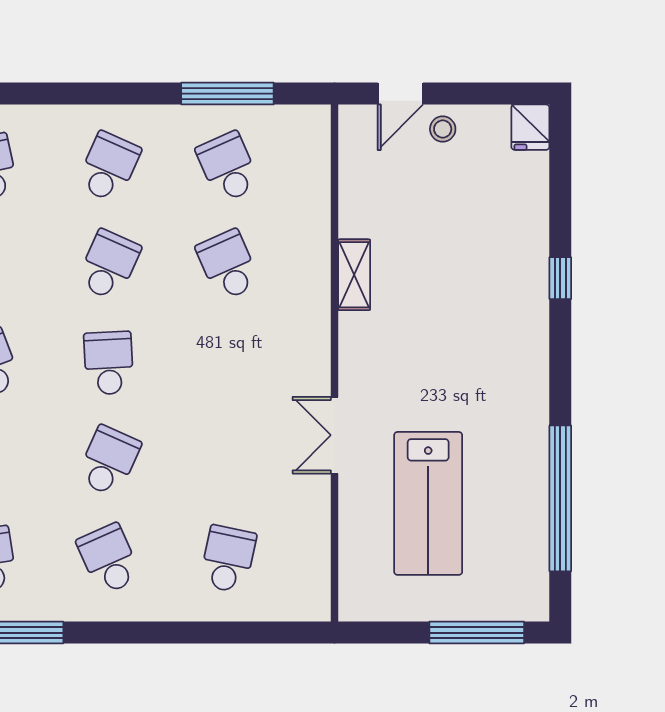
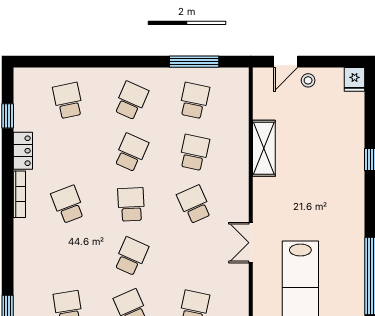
school desk: (228, 167) -> (194, 101), turned 36
school desk: (228, 265) -> (194, 152), turned 36
shelving: (354, 275) -> (264, 148), width x1.50, depth x1.33
school desk: (228, 363) -> (194, 204), added

